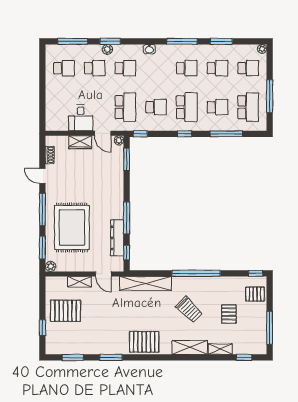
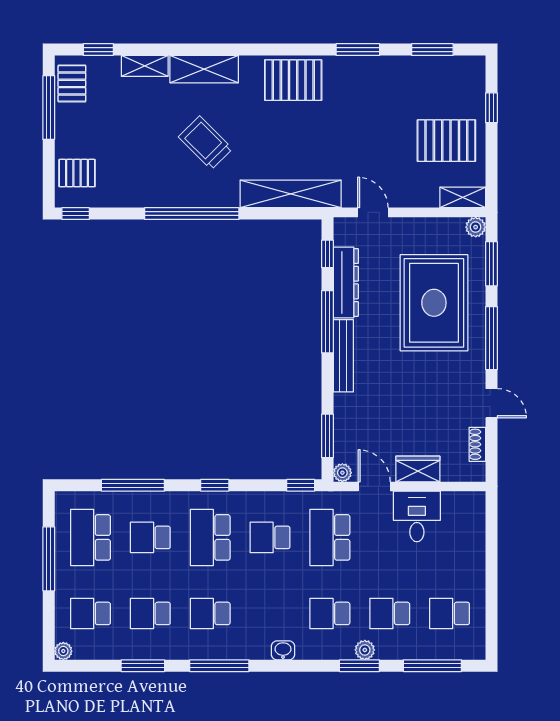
bench: (118, 200) -> (343, 356), added
shelving: (80, 282) -> (463, 197), moved
pallet: (229, 314) -> (72, 83), moved

